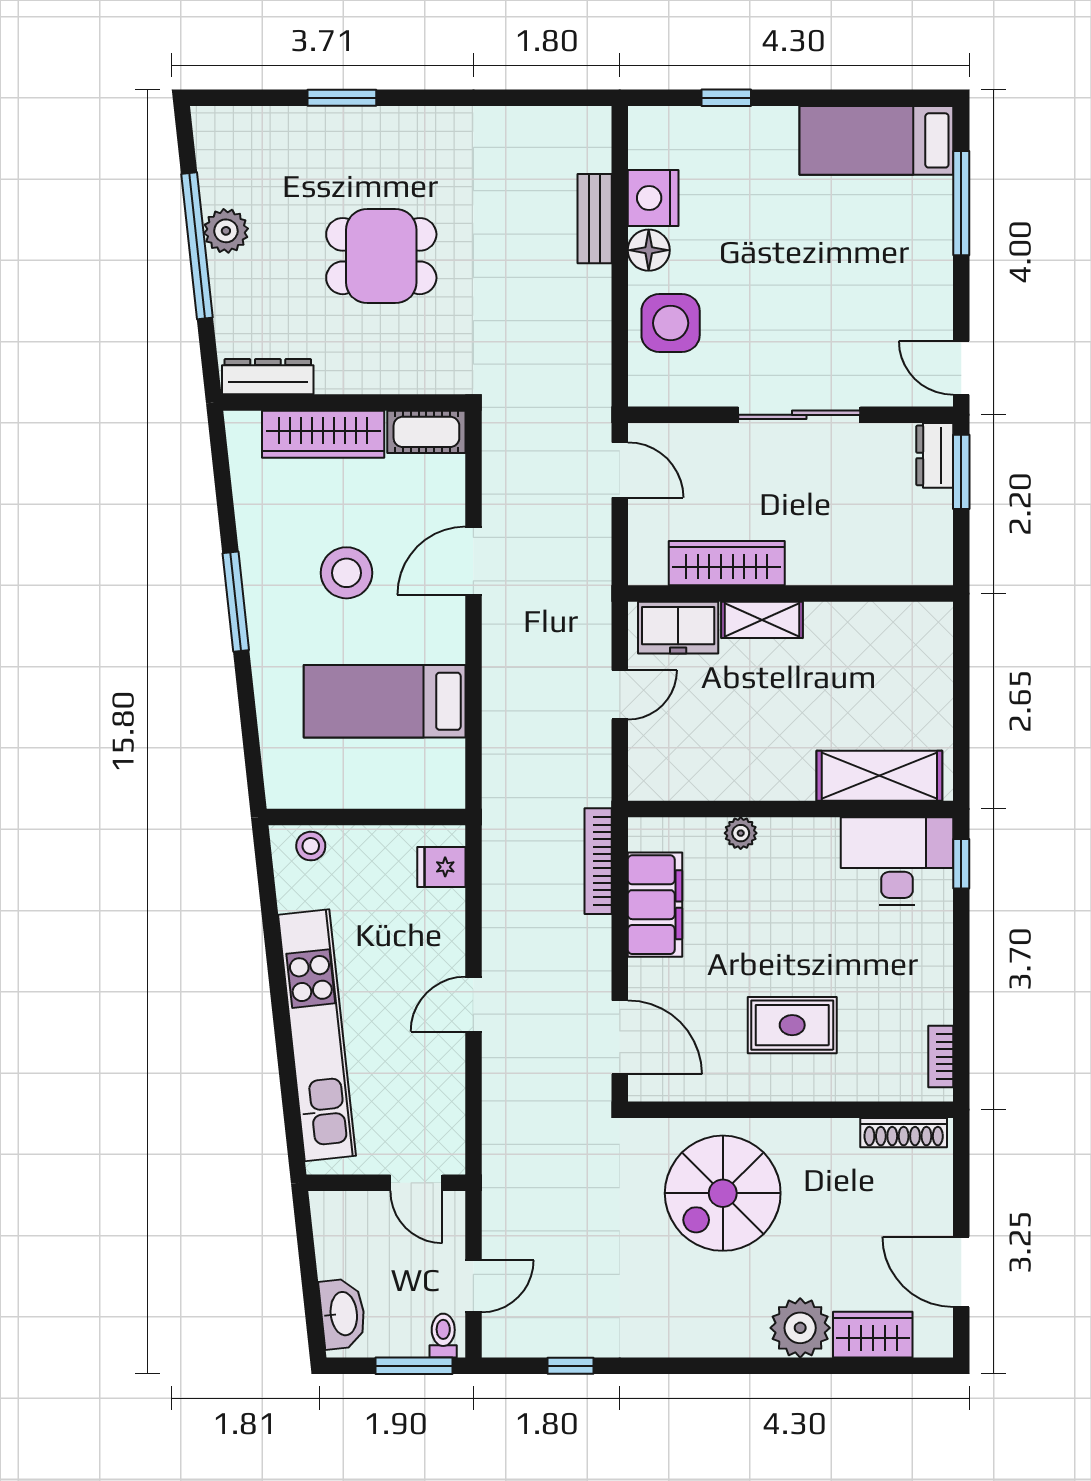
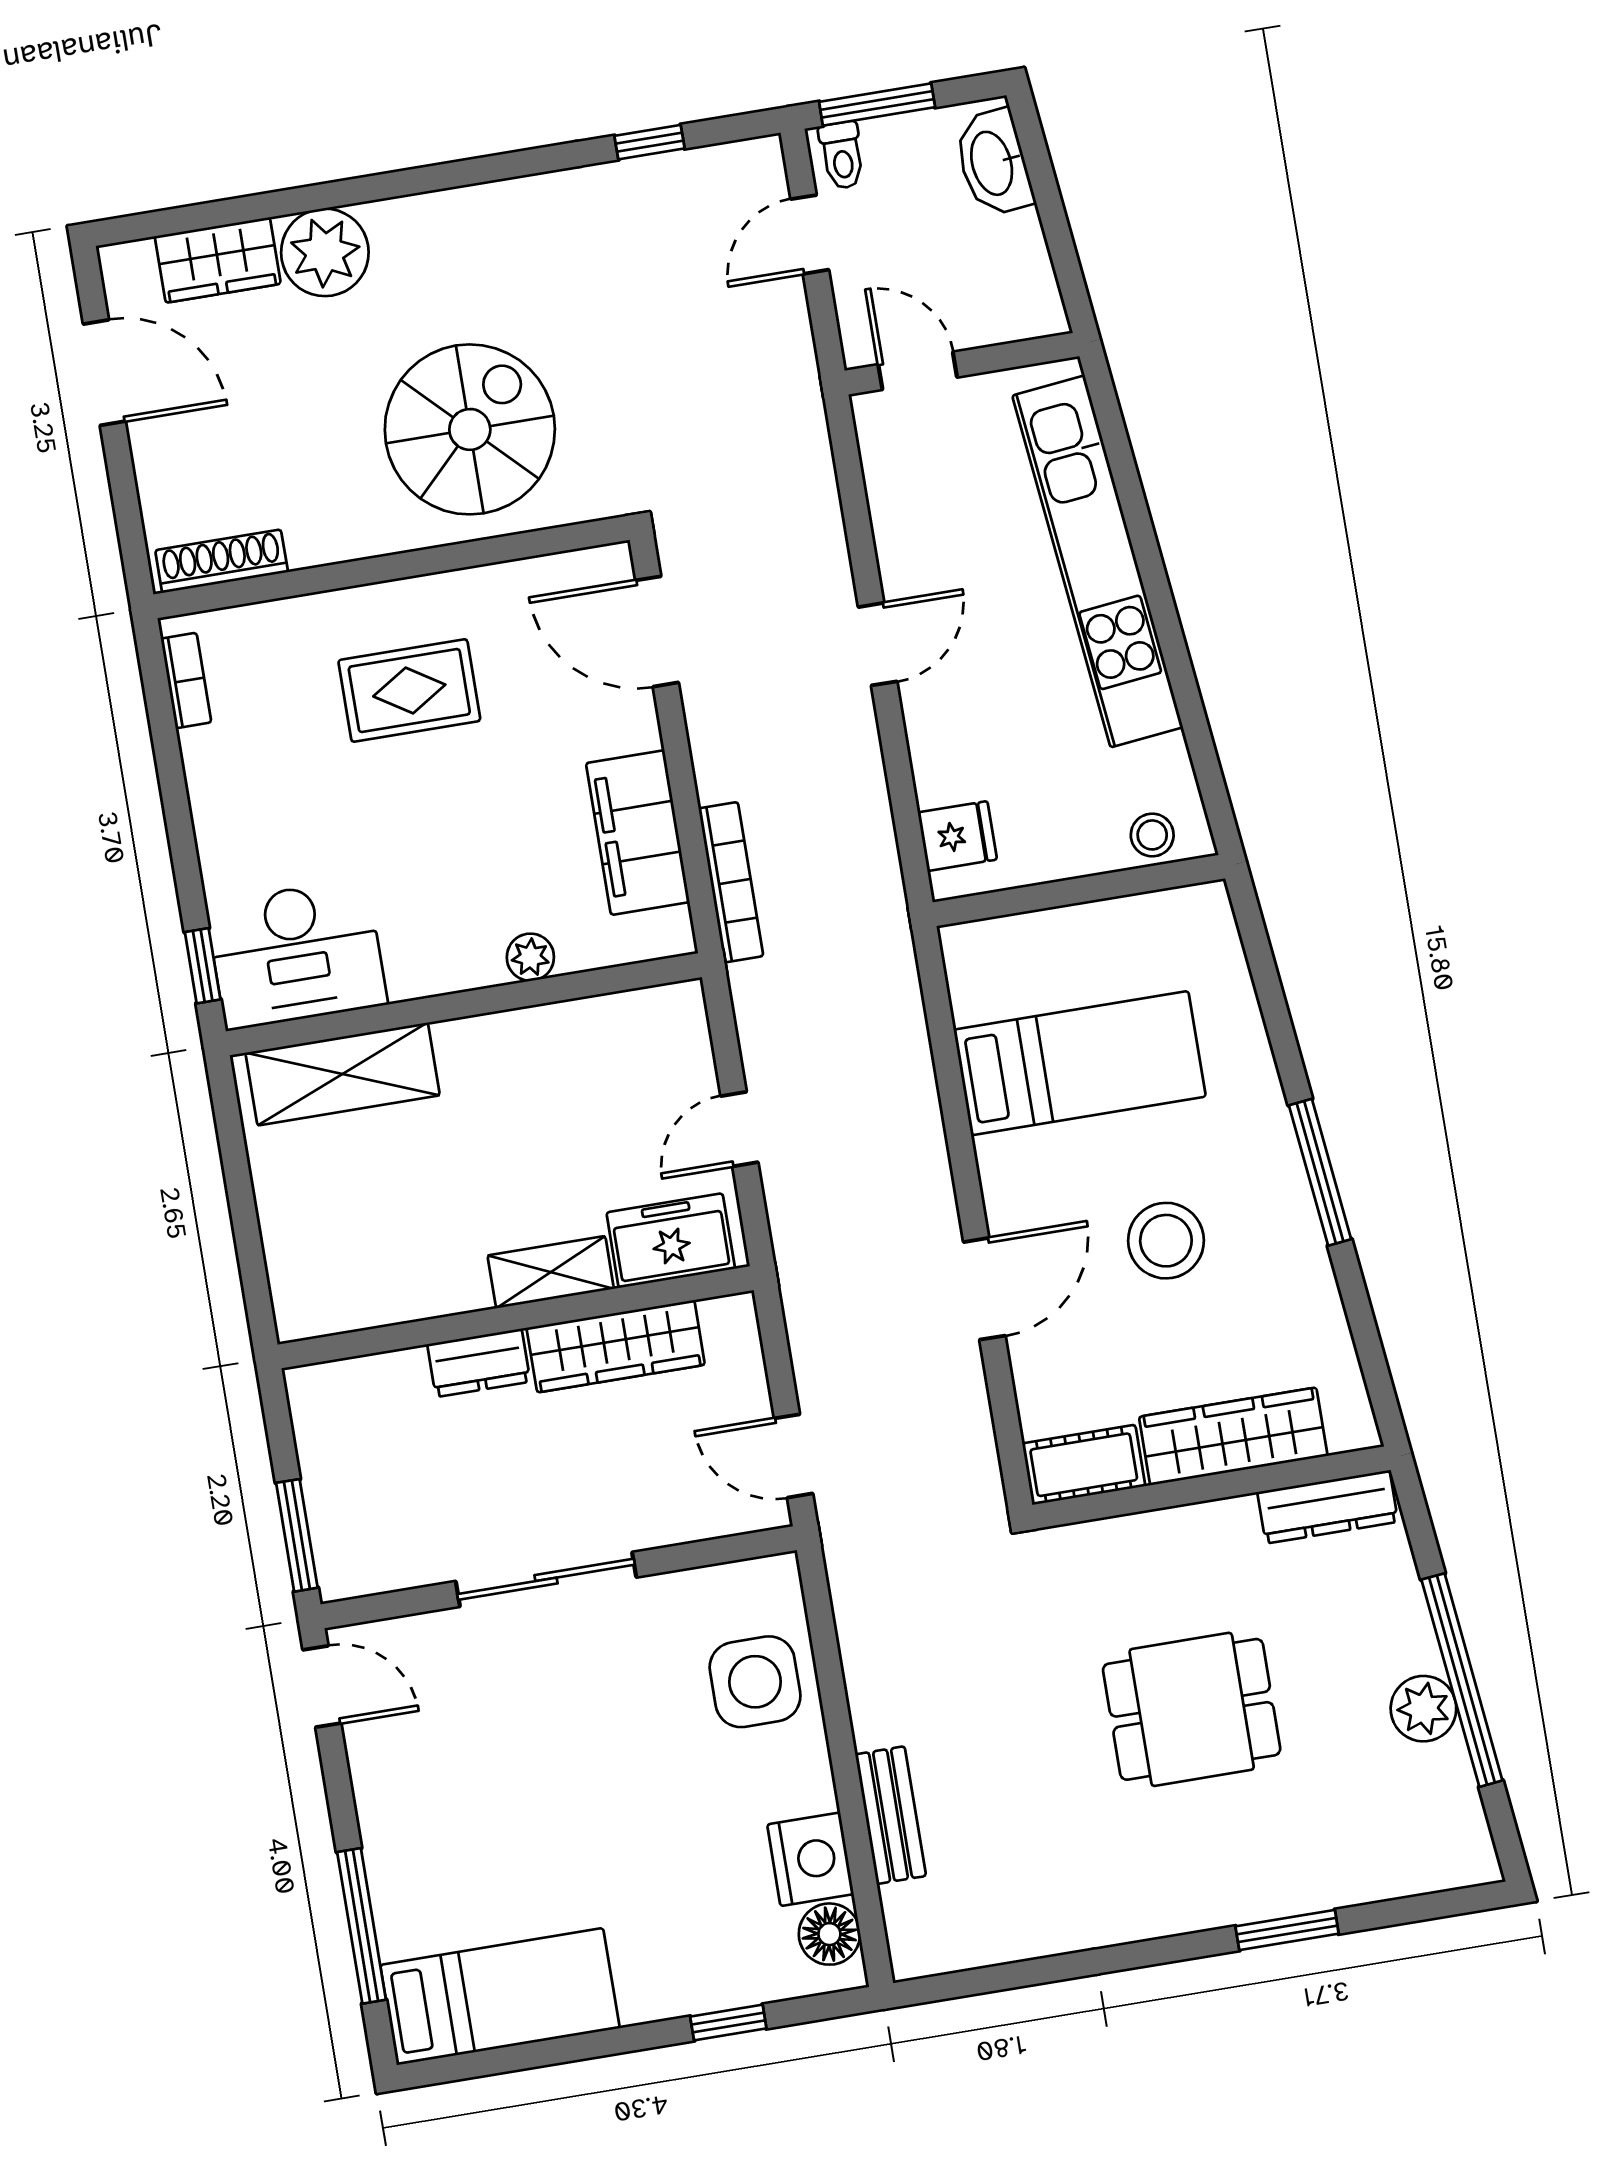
floor lamp: (649, 250) -> (829, 1934), moved
dresser: (935, 455) -> (479, 1363), moved, turned 90

